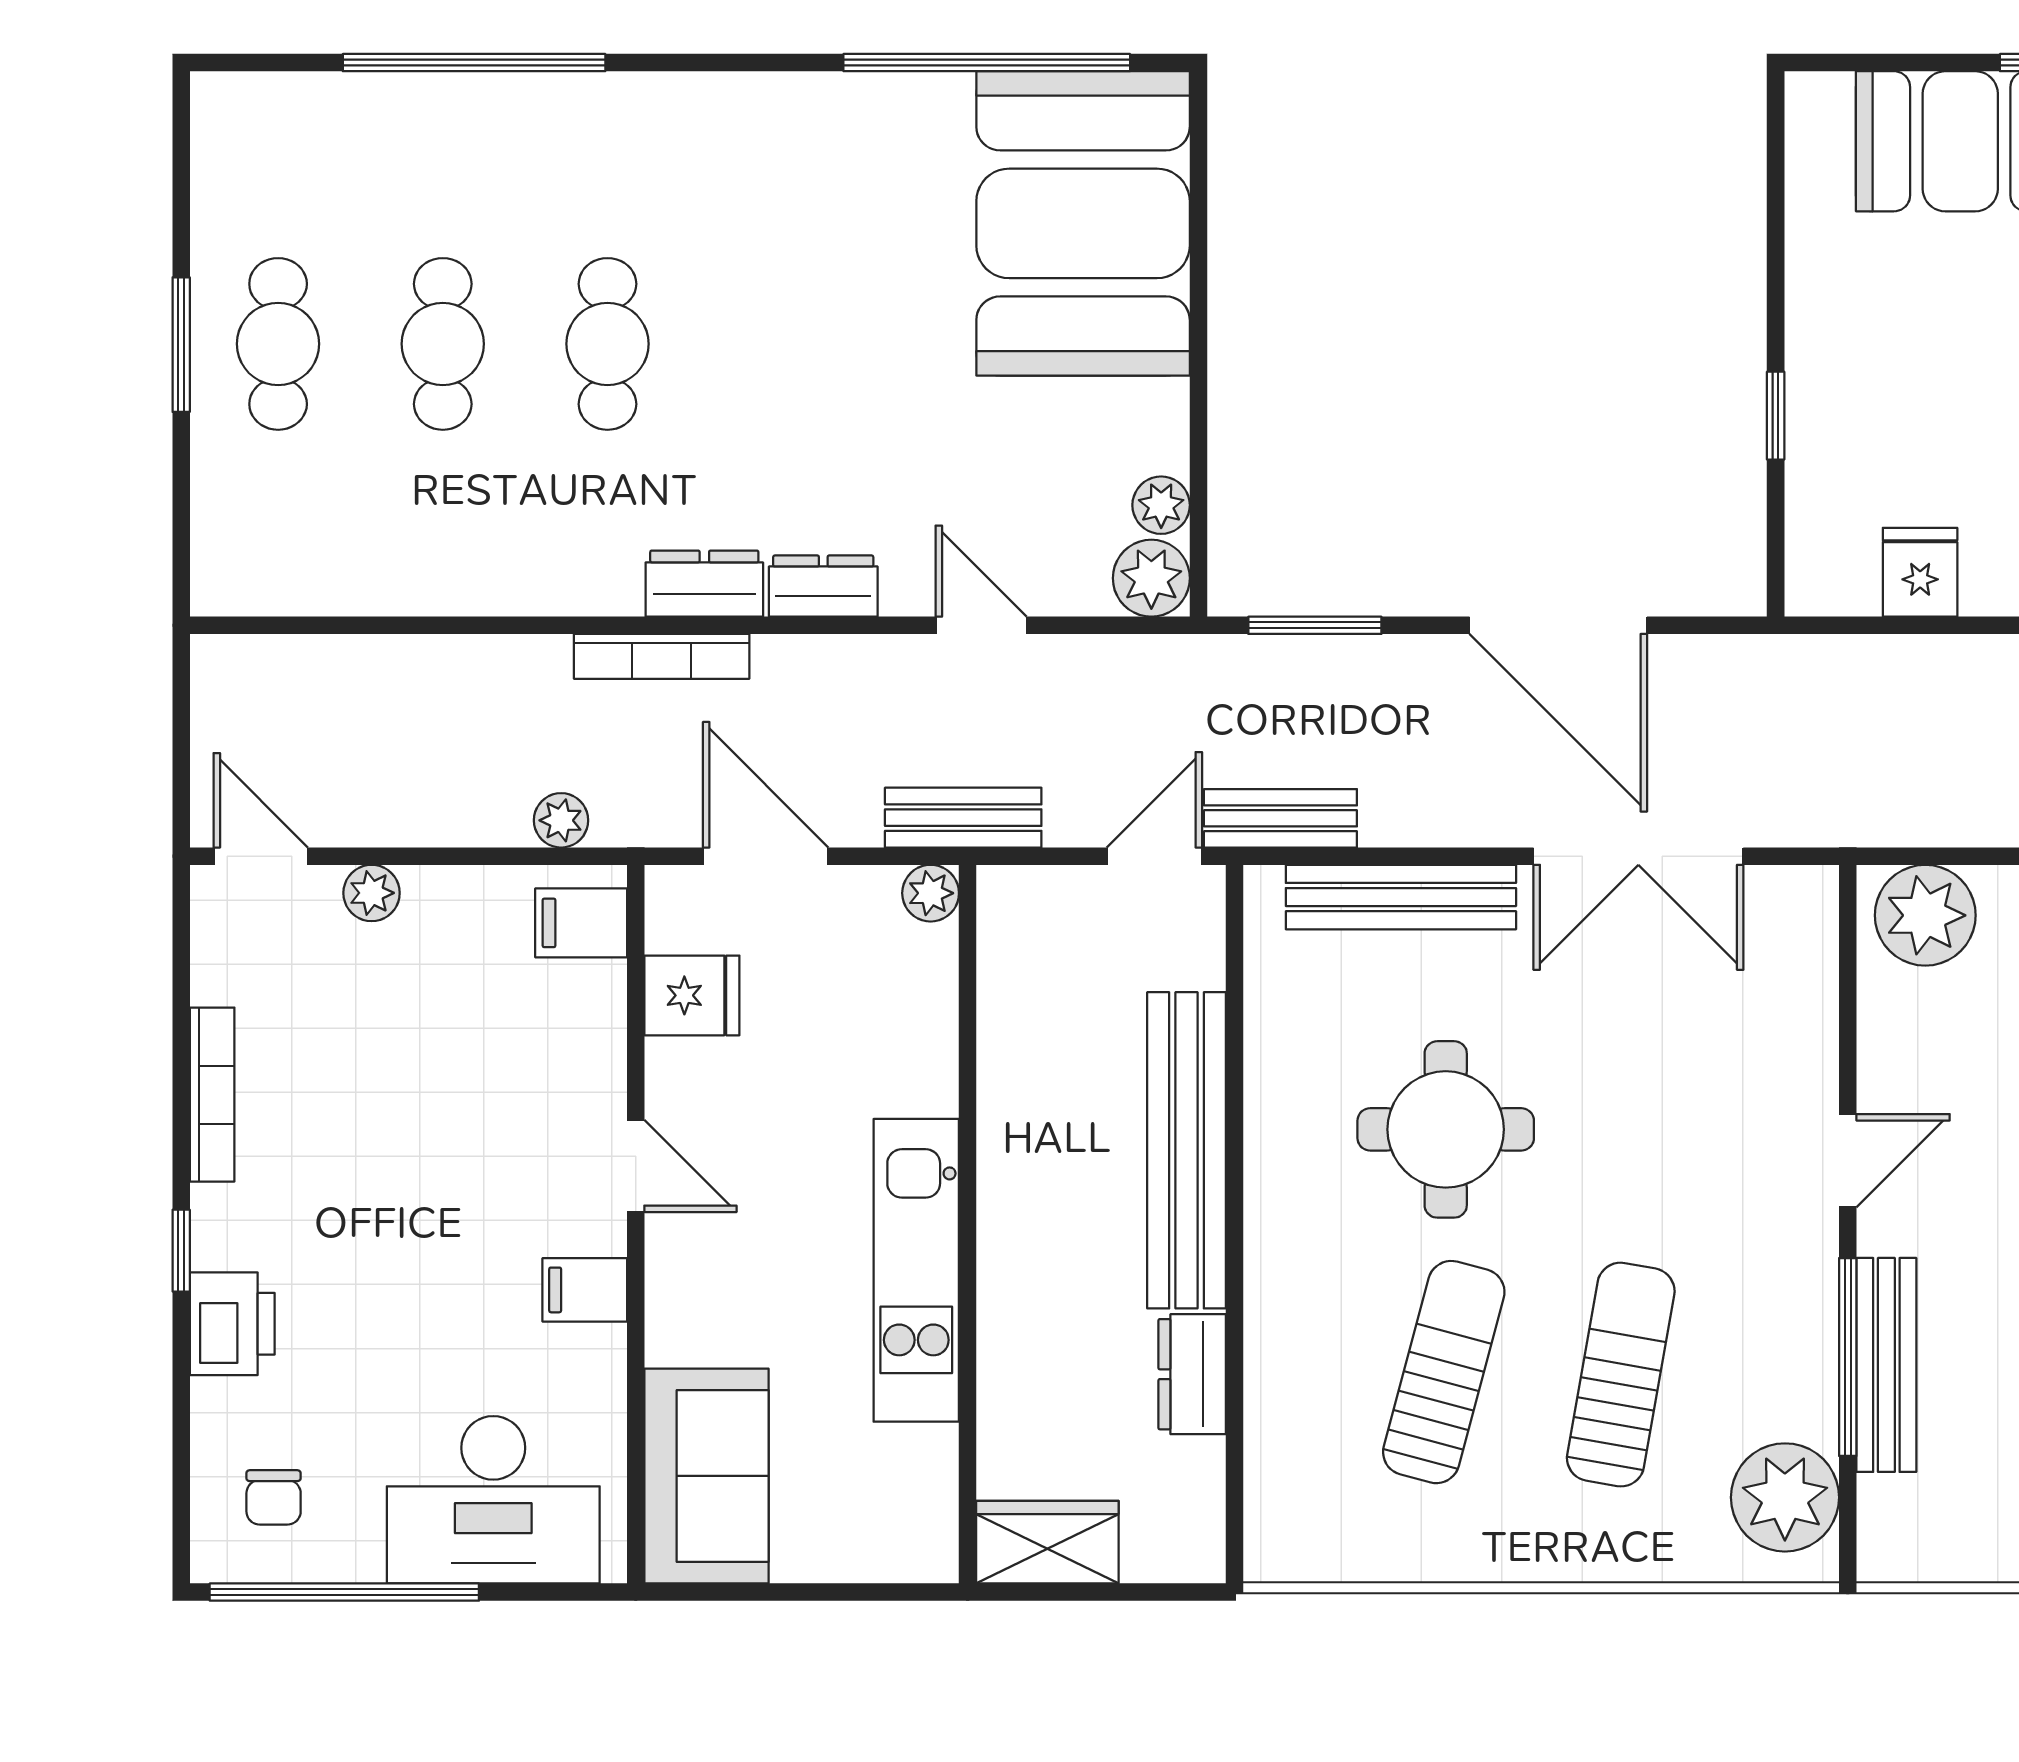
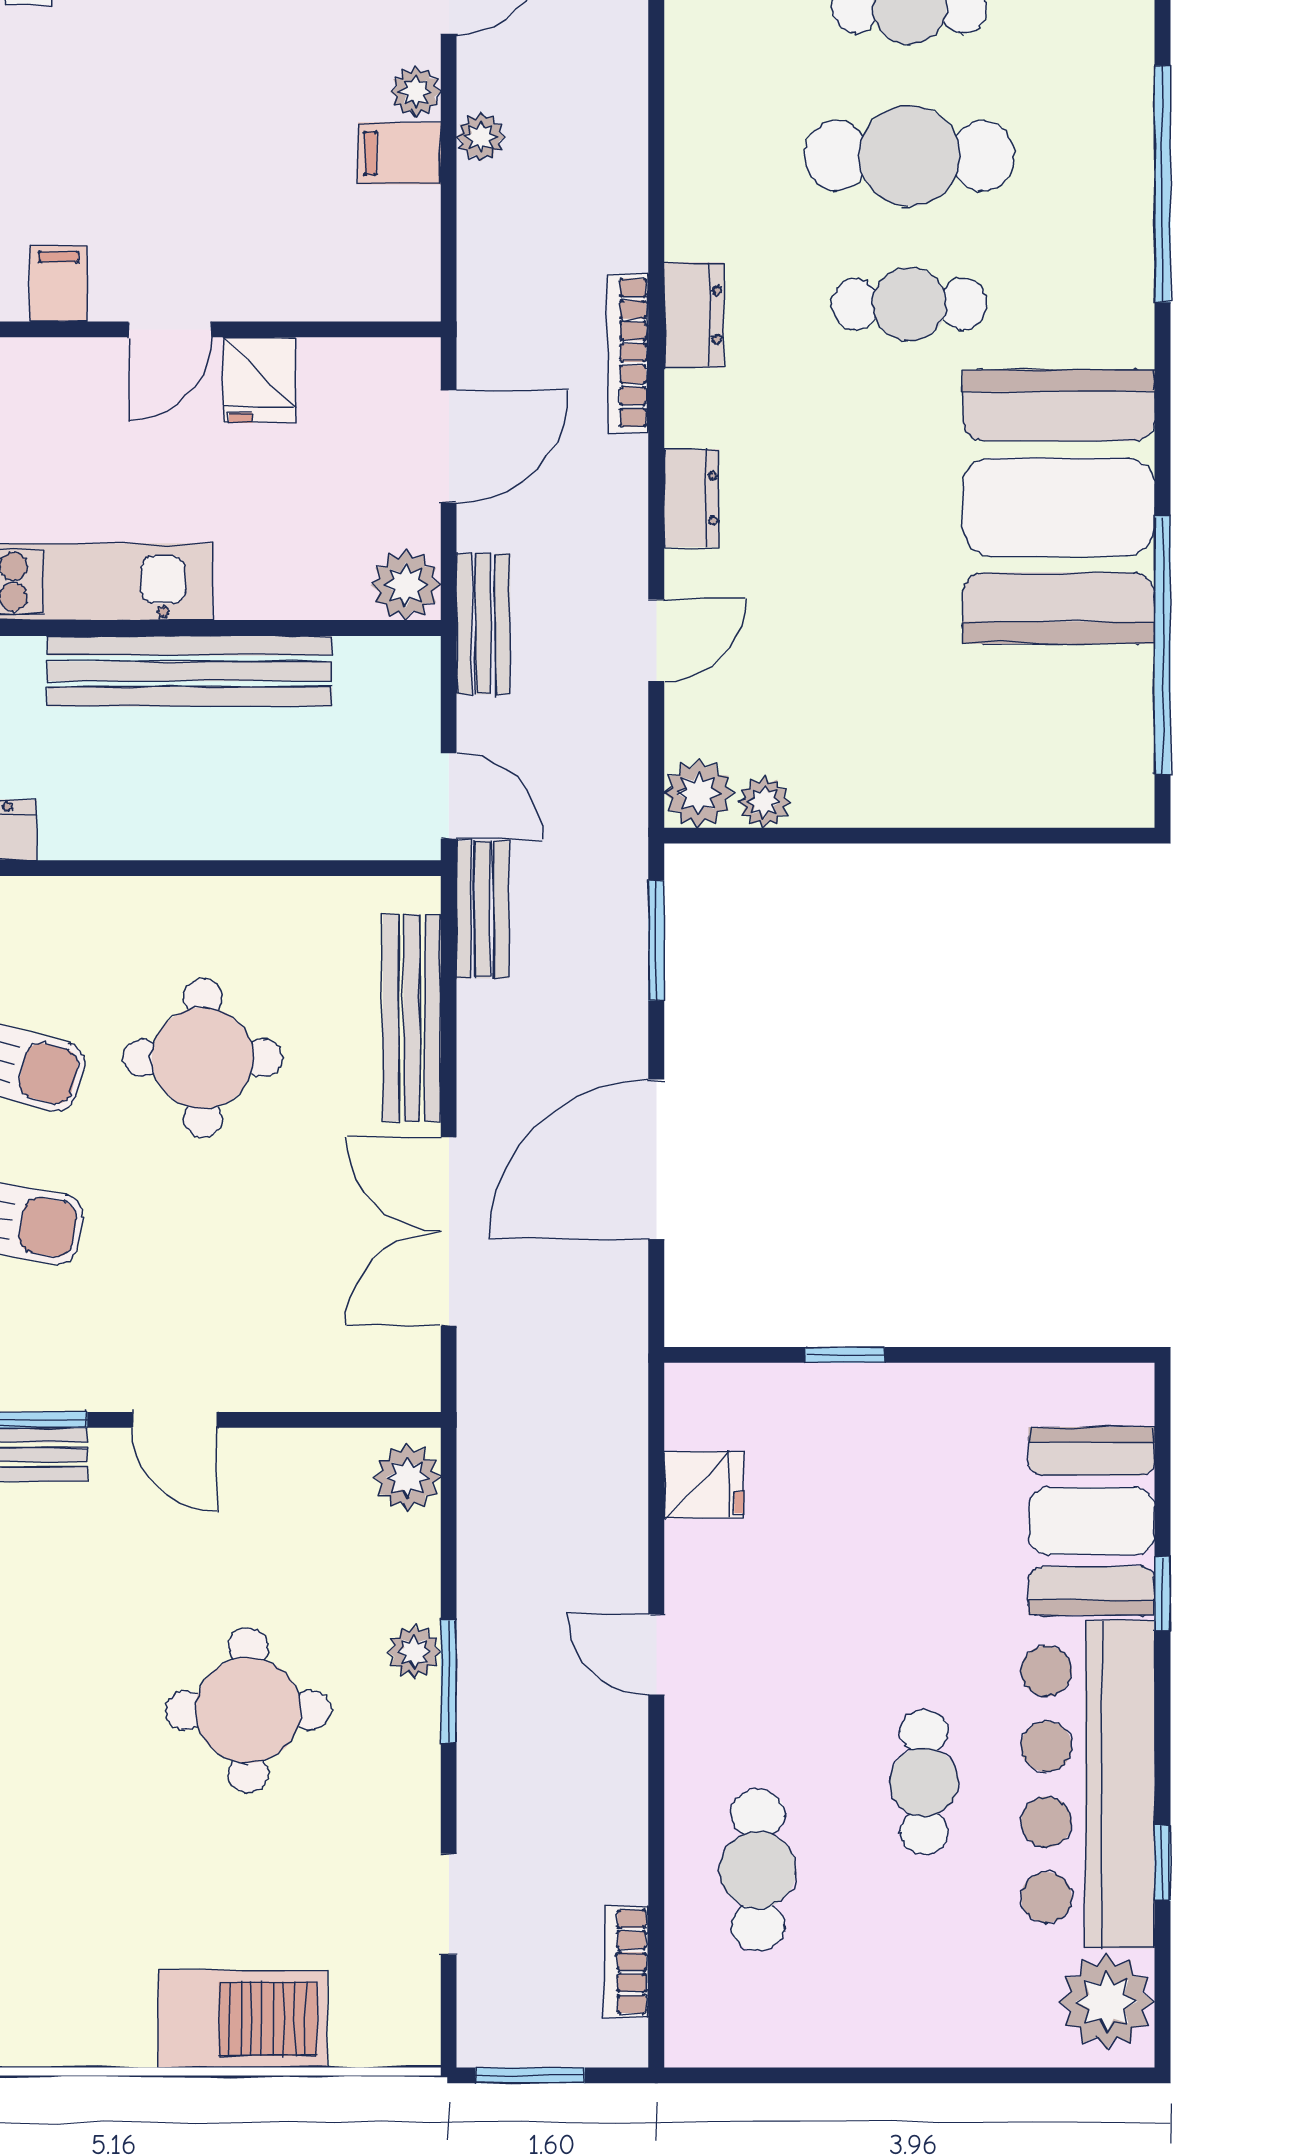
booth: (1083, 223) -> (1059, 507), moved, turned 90
cafe table: (443, 344) -> (909, 156), width x1.37, depth x1.35
dresser: (704, 584) -> (694, 315), moved
plant: (561, 820) -> (481, 137), moved
plant: (931, 893) -> (406, 585), width x1.38, depth x1.38
plant: (1925, 915) -> (408, 1477), width x0.73, depth x0.73
filing cabinet: (581, 923) -> (399, 153), moved, turned -90
fridge: (692, 995) -> (259, 380), moved
bench: (1187, 1150) -> (190, 671), moved

